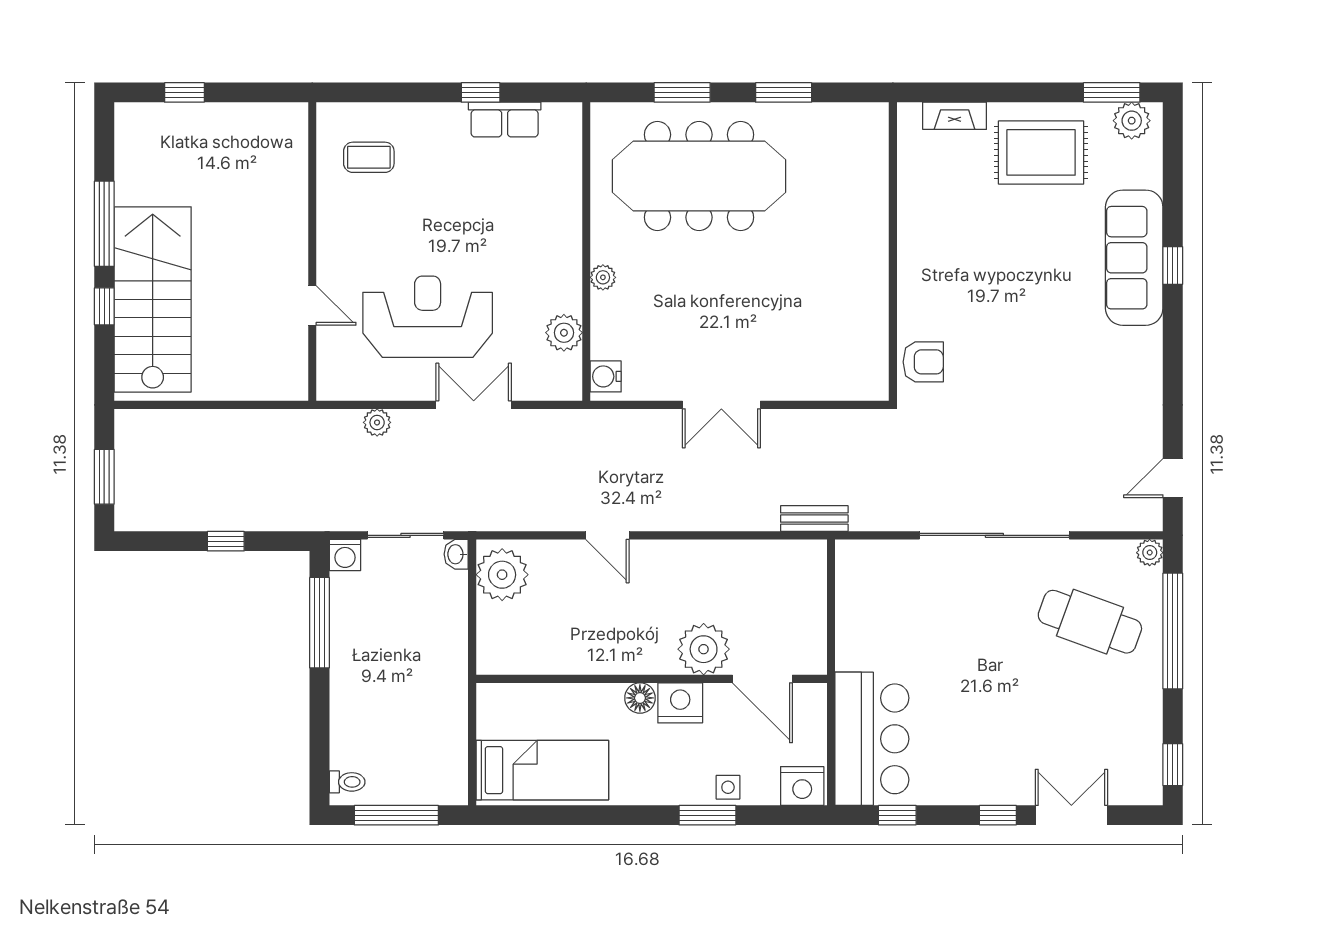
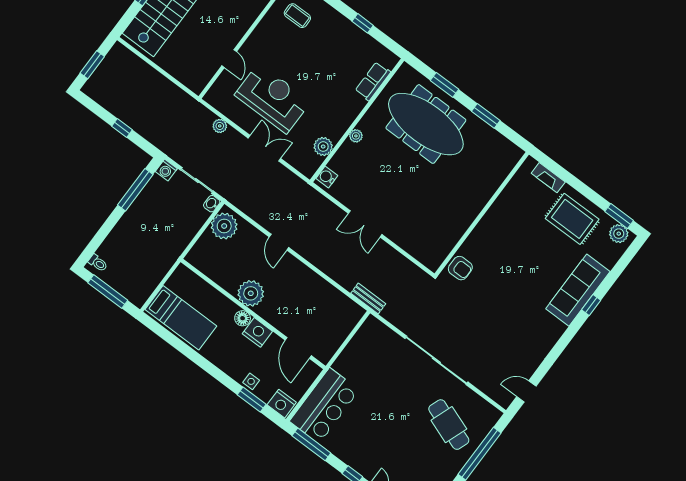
row of seats: (505, 120) -> (373, 81), moved, turned 90
plant: (1150, 553) -> (494, 415), removed
plant: (704, 649) -> (251, 293), moved
window: (707, 815) -> (252, 400), moved
window: (897, 815) -> (311, 444), width x2.17

